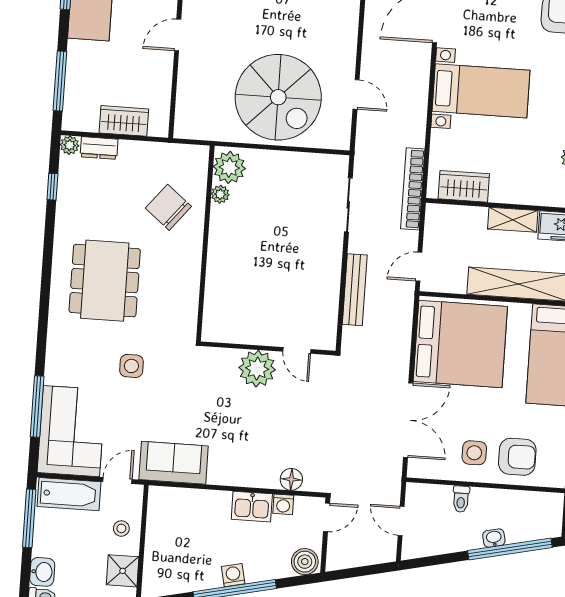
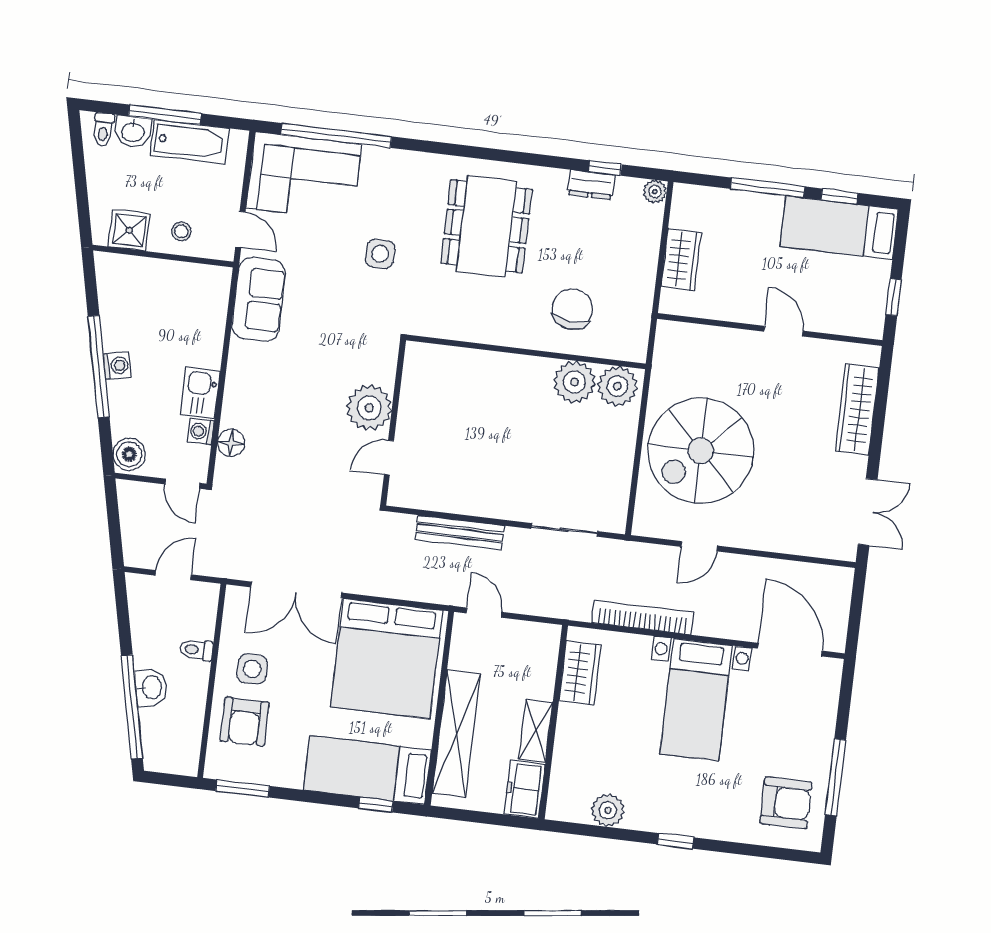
window: (60, 81) -> (768, 188), moved
dresser: (99, 148) -> (591, 185), moved, turned -90
bookcase: (413, 189) -> (643, 617), moved
plant: (220, 194) -> (574, 382), width x1.88, depth x1.88
chair: (168, 207) -> (572, 309), turned -34
dining table: (105, 281) -> (487, 226), turned 90
window: (37, 406) -> (336, 135), width x1.46
bathtub: (69, 494) -> (190, 142), moved, turned -90
window: (29, 518) -> (165, 115), moved
washbasin: (494, 538) -> (151, 687), width x1.38, depth x1.45

